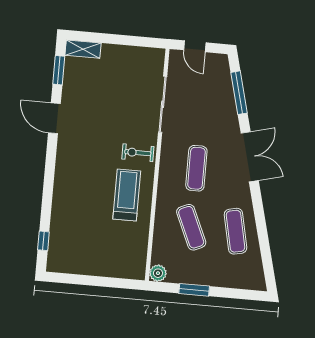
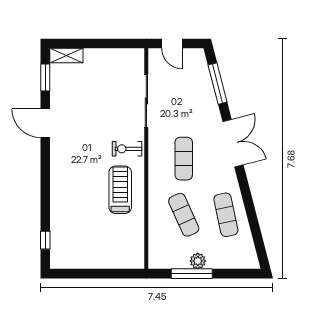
plant: (158, 273) -> (198, 261), moved
window: (194, 290) -> (192, 274), width x1.44

